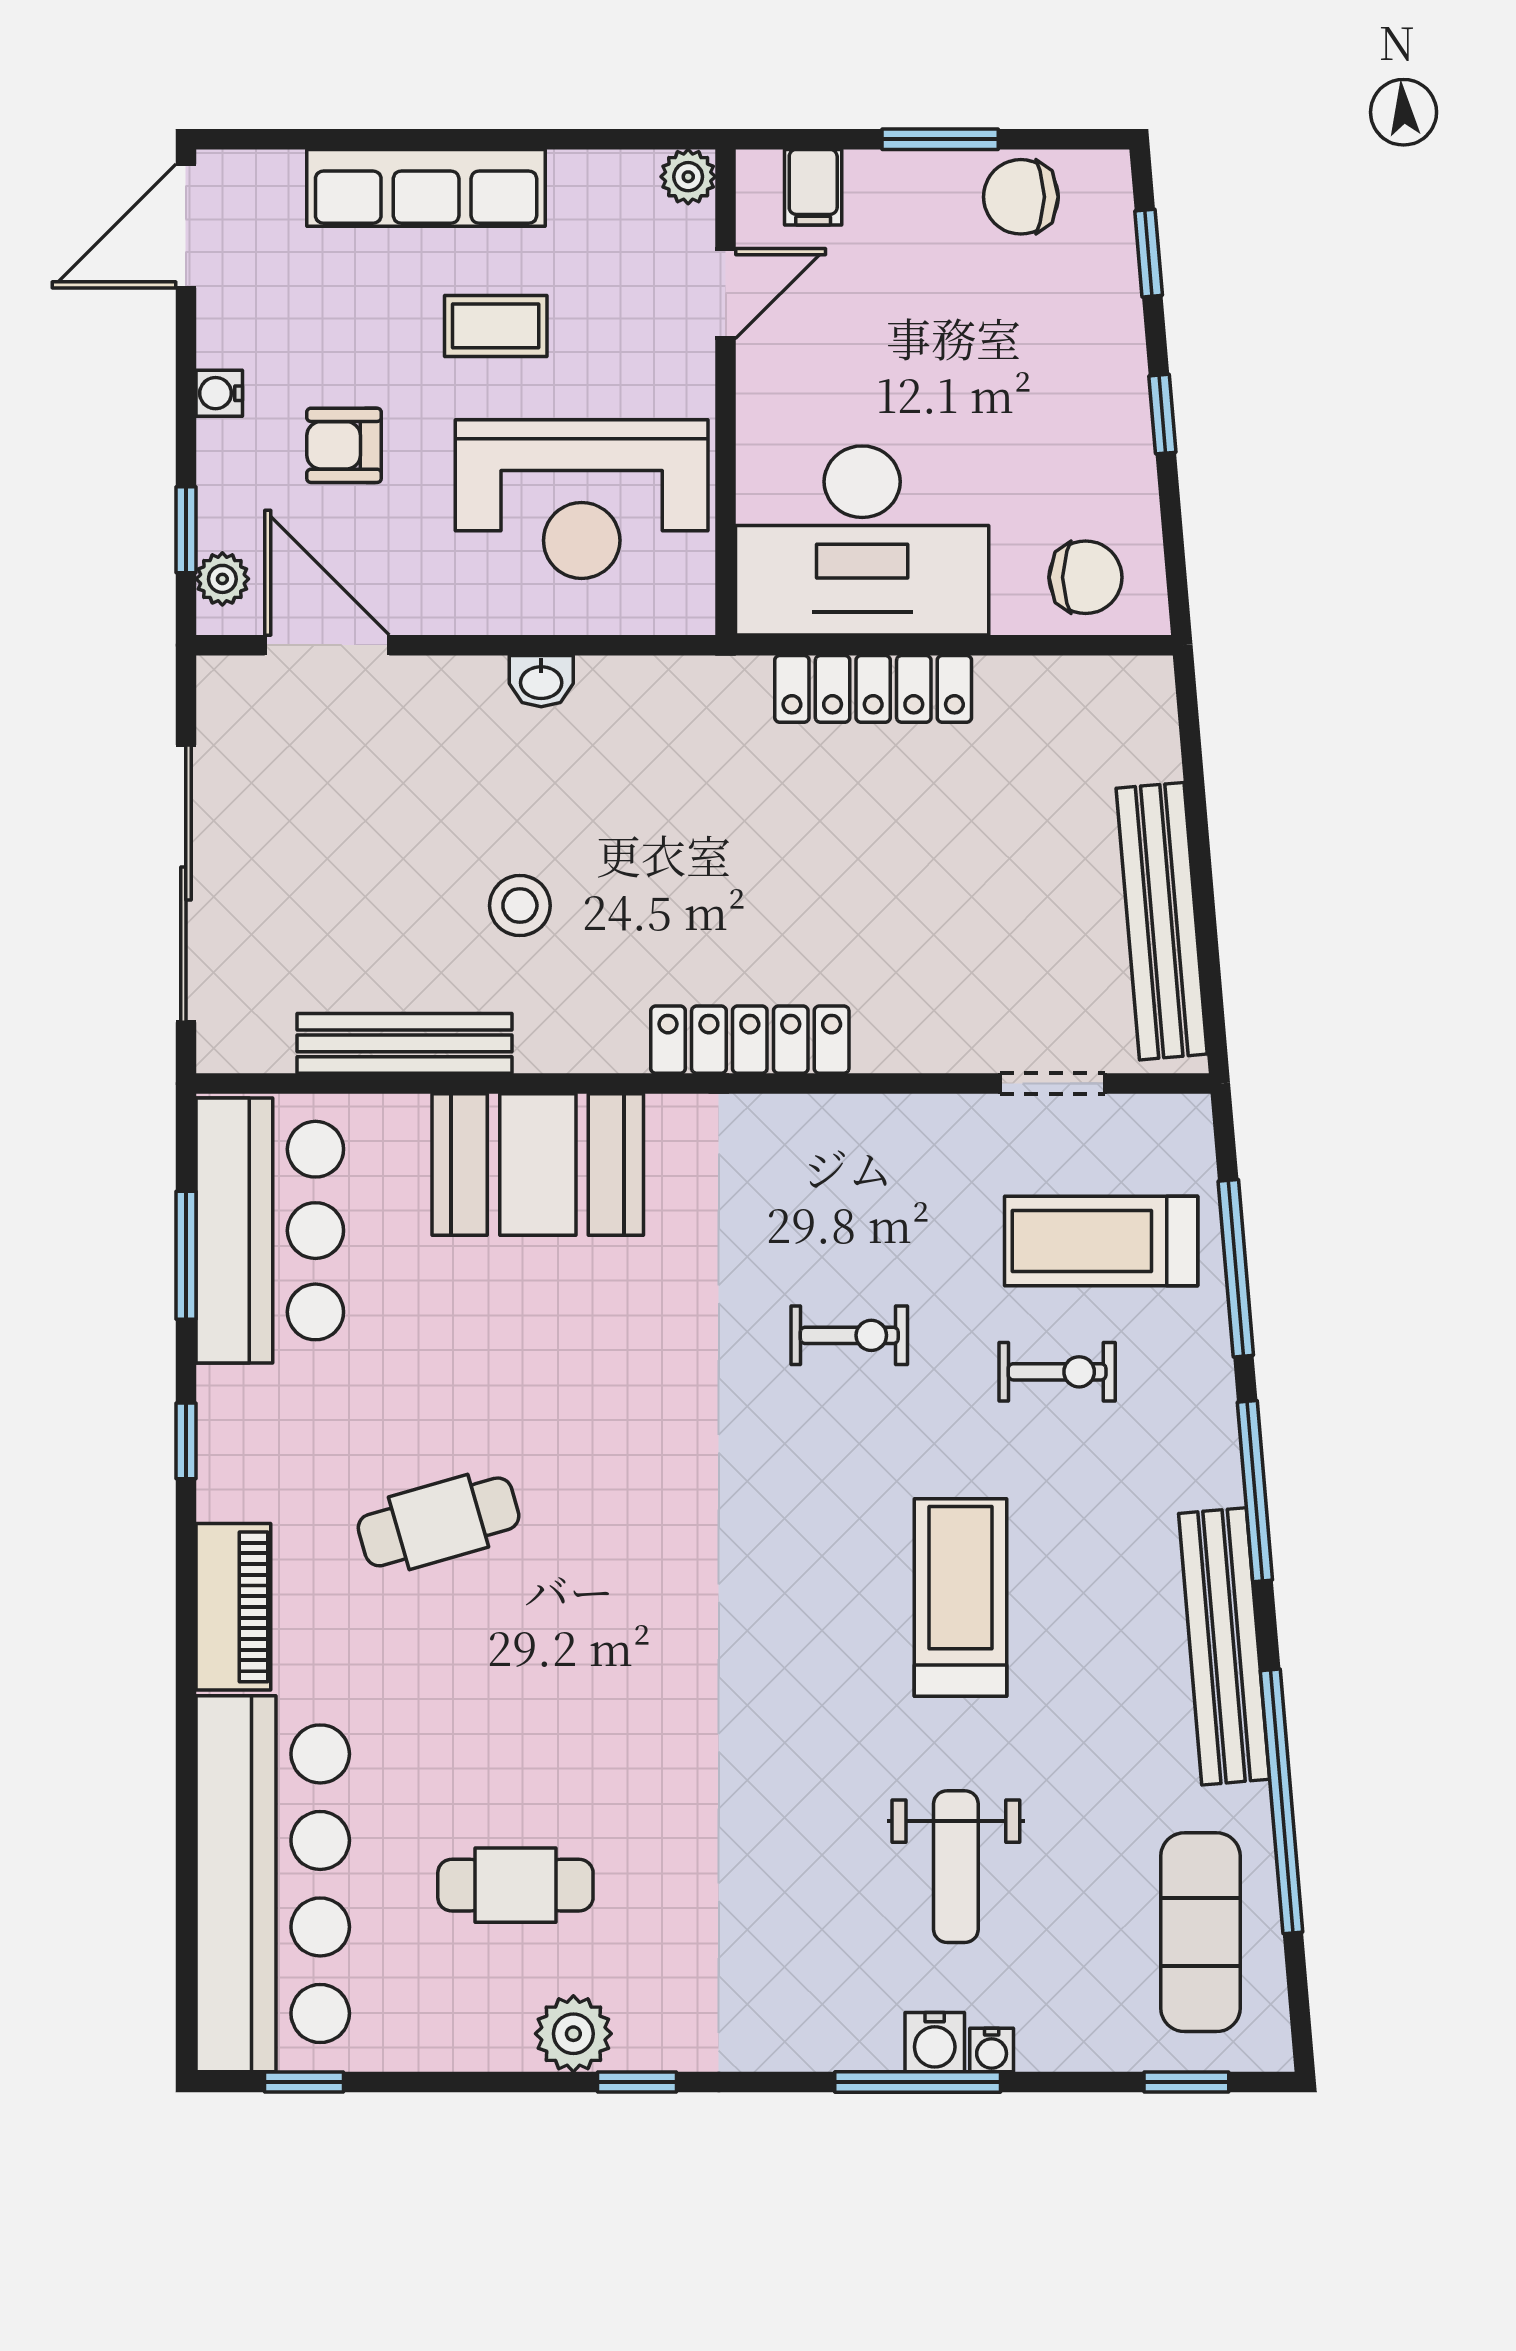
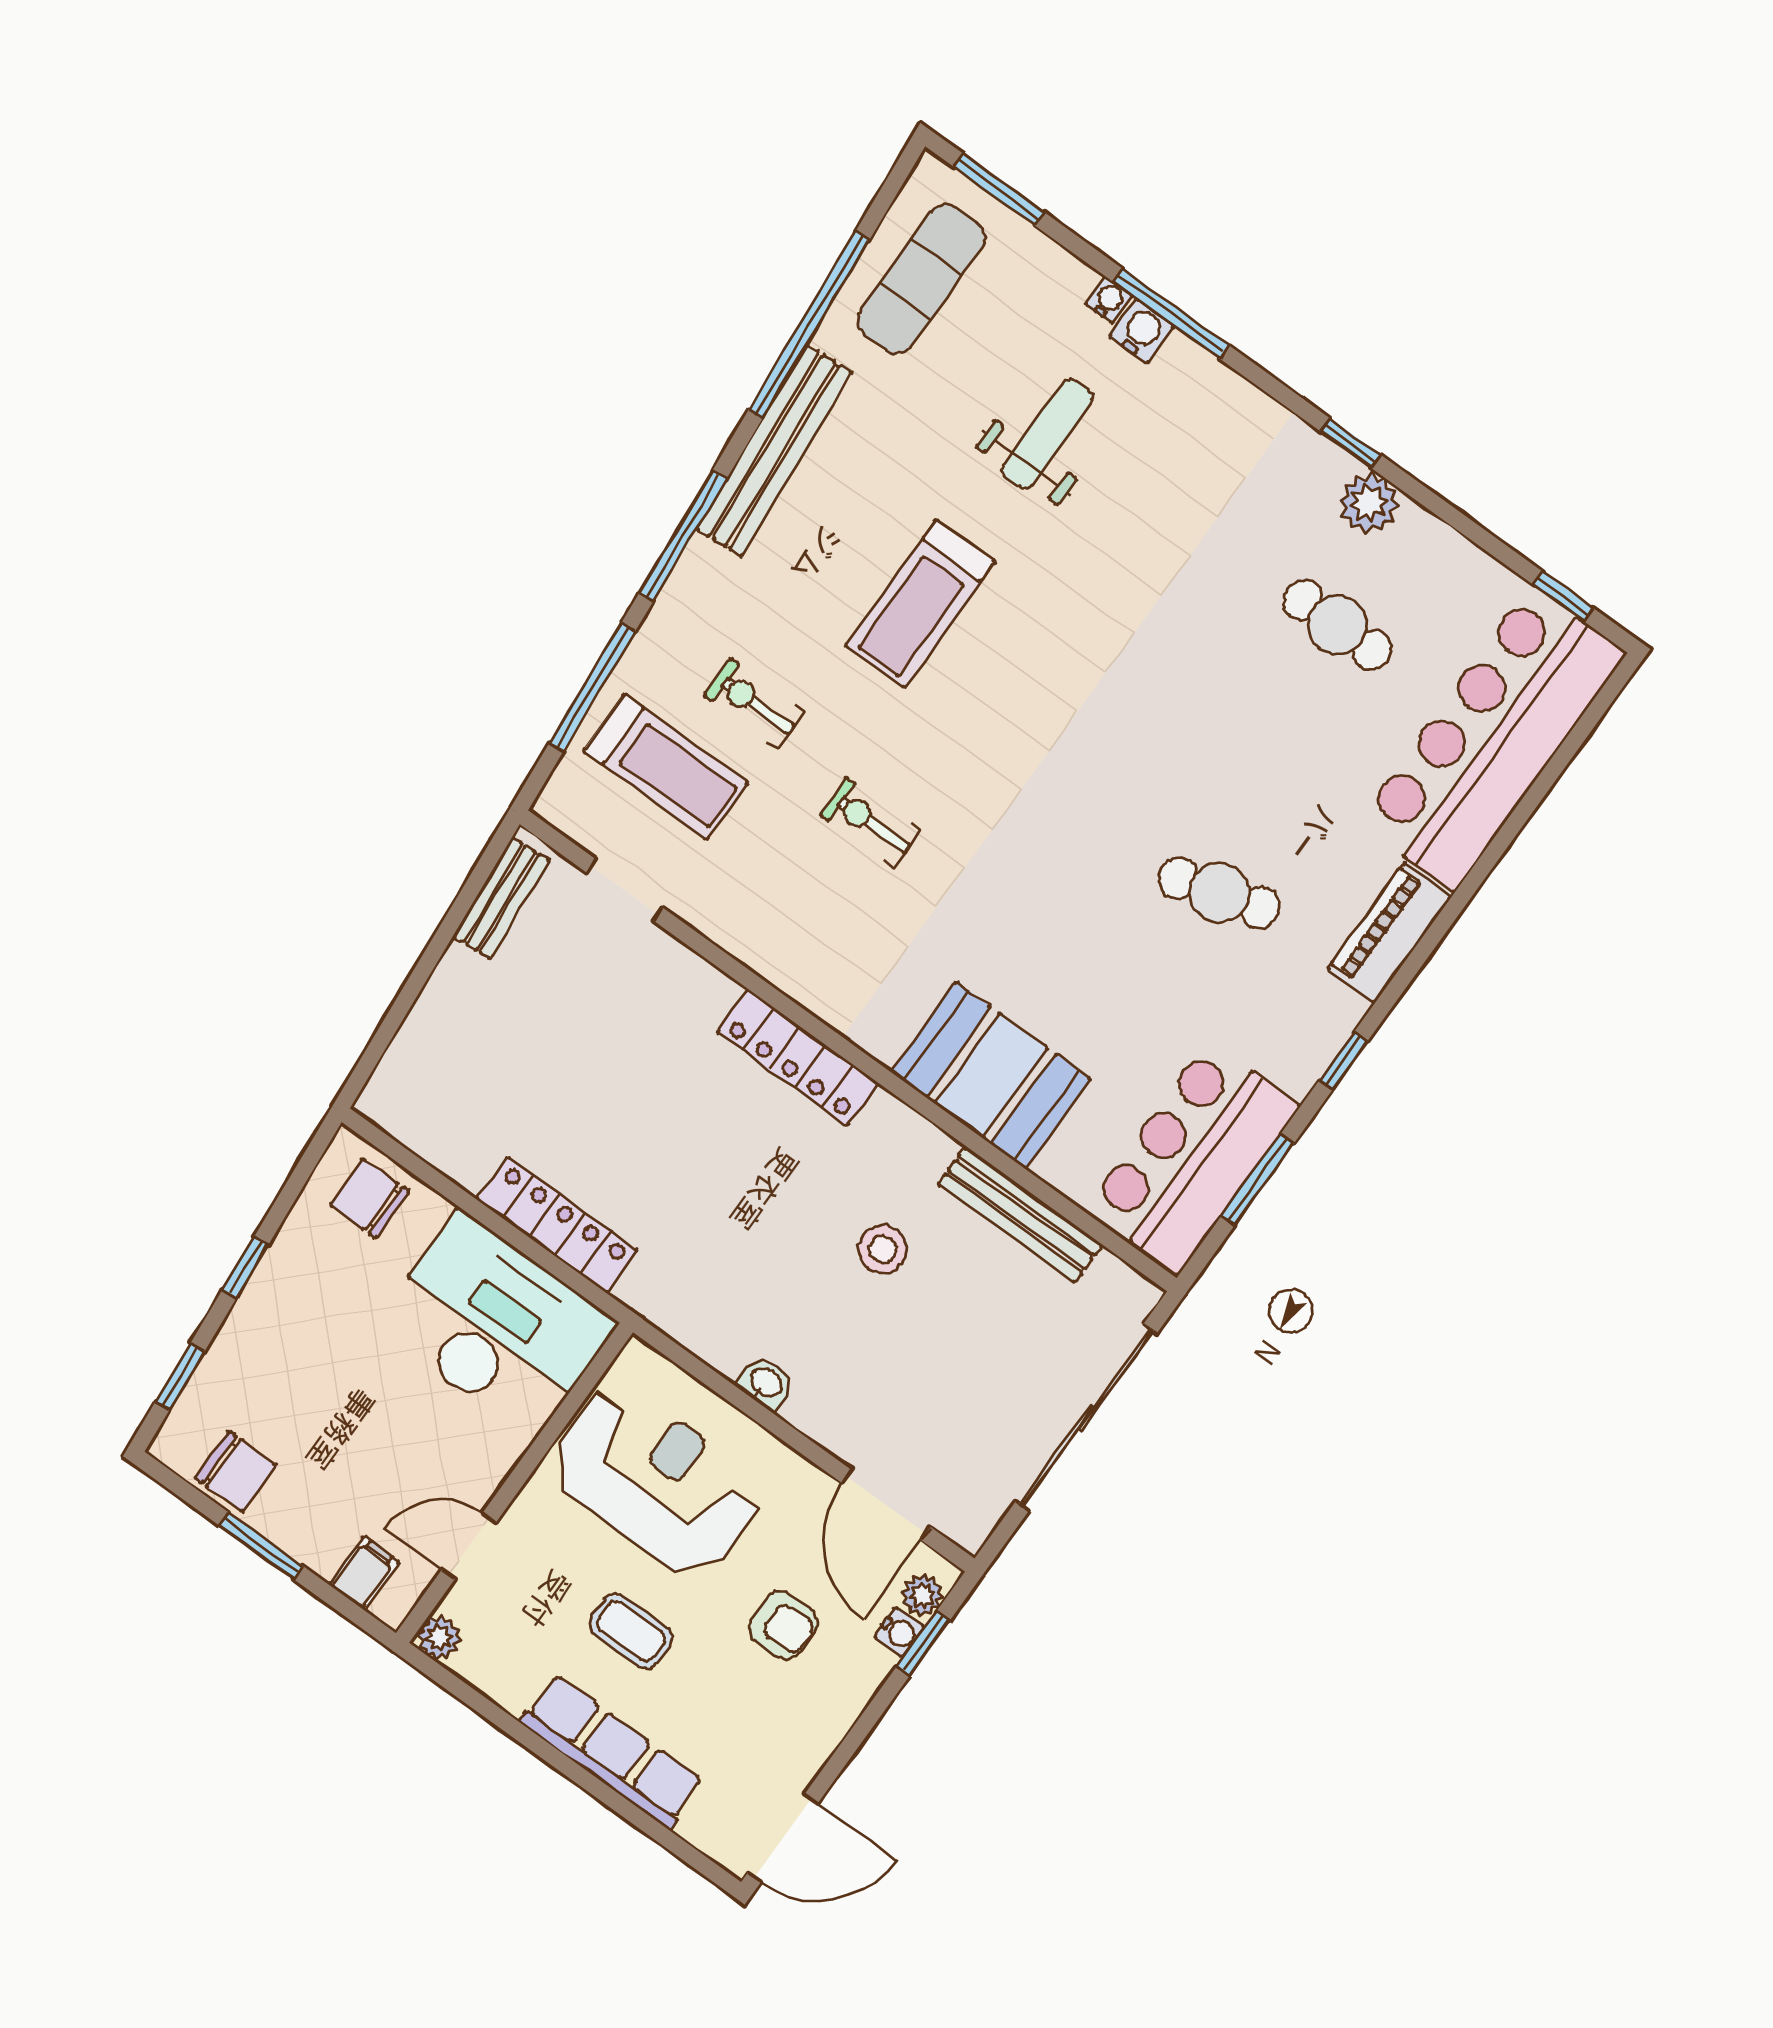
water cooler: (219, 393) -> (899, 1632), moved
bench: (1162, 921) -> (501, 898), width x0.54, depth x0.82
window: (1186, 2082) -> (999, 190), width x1.50

